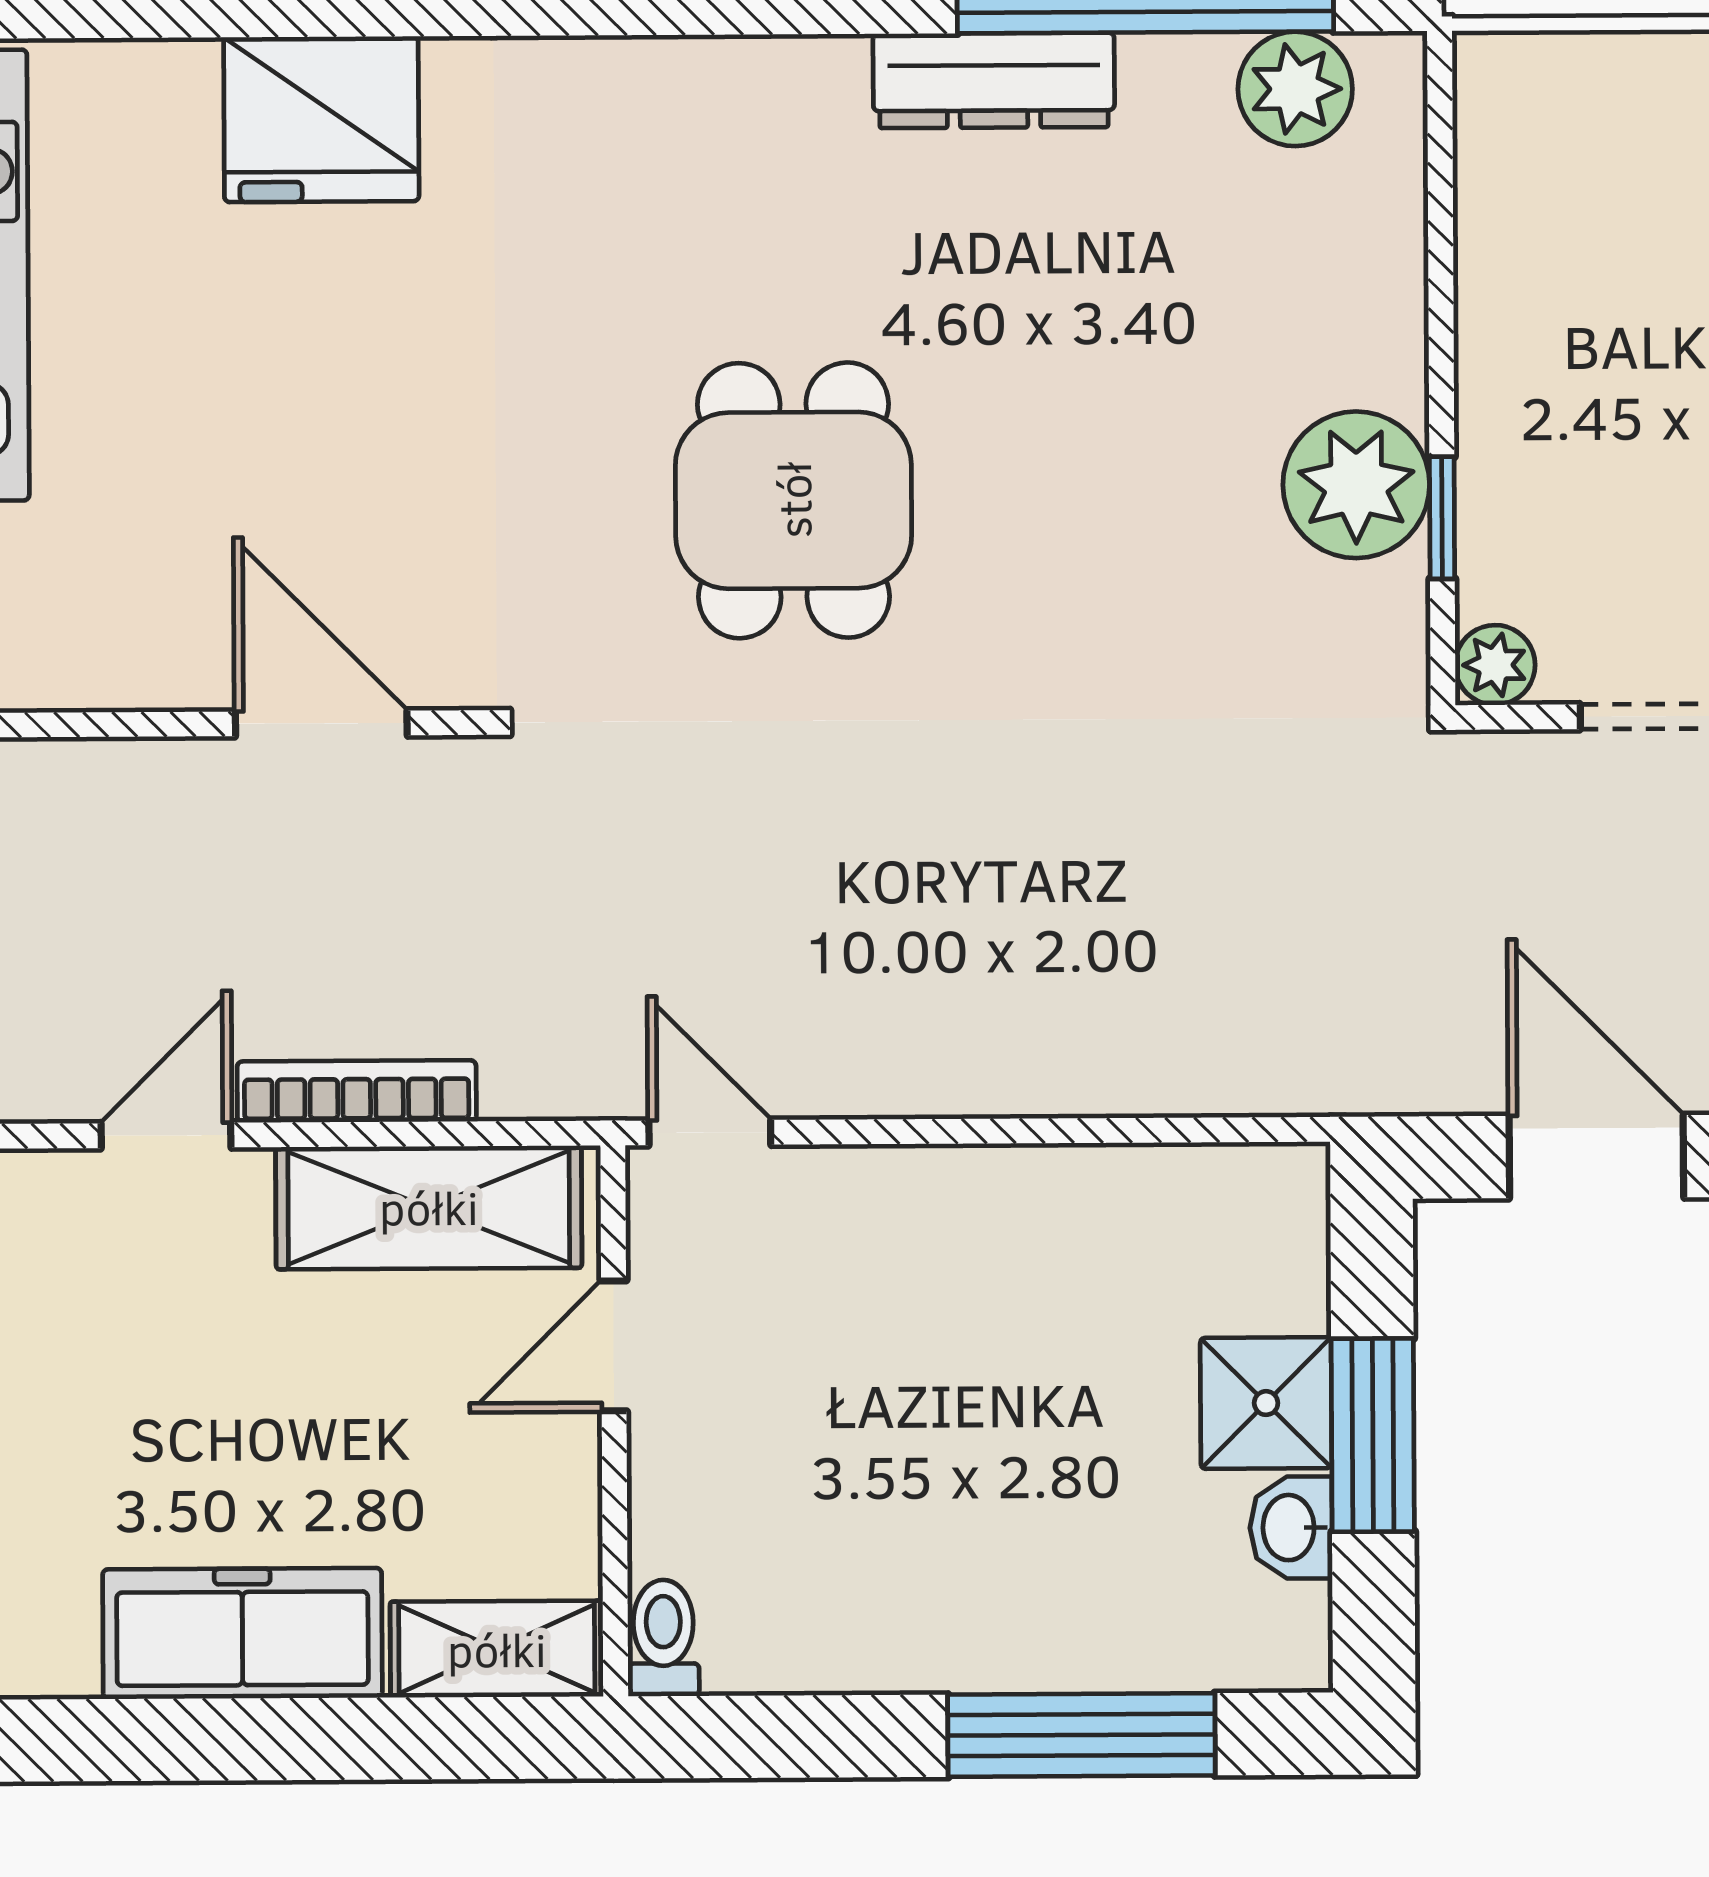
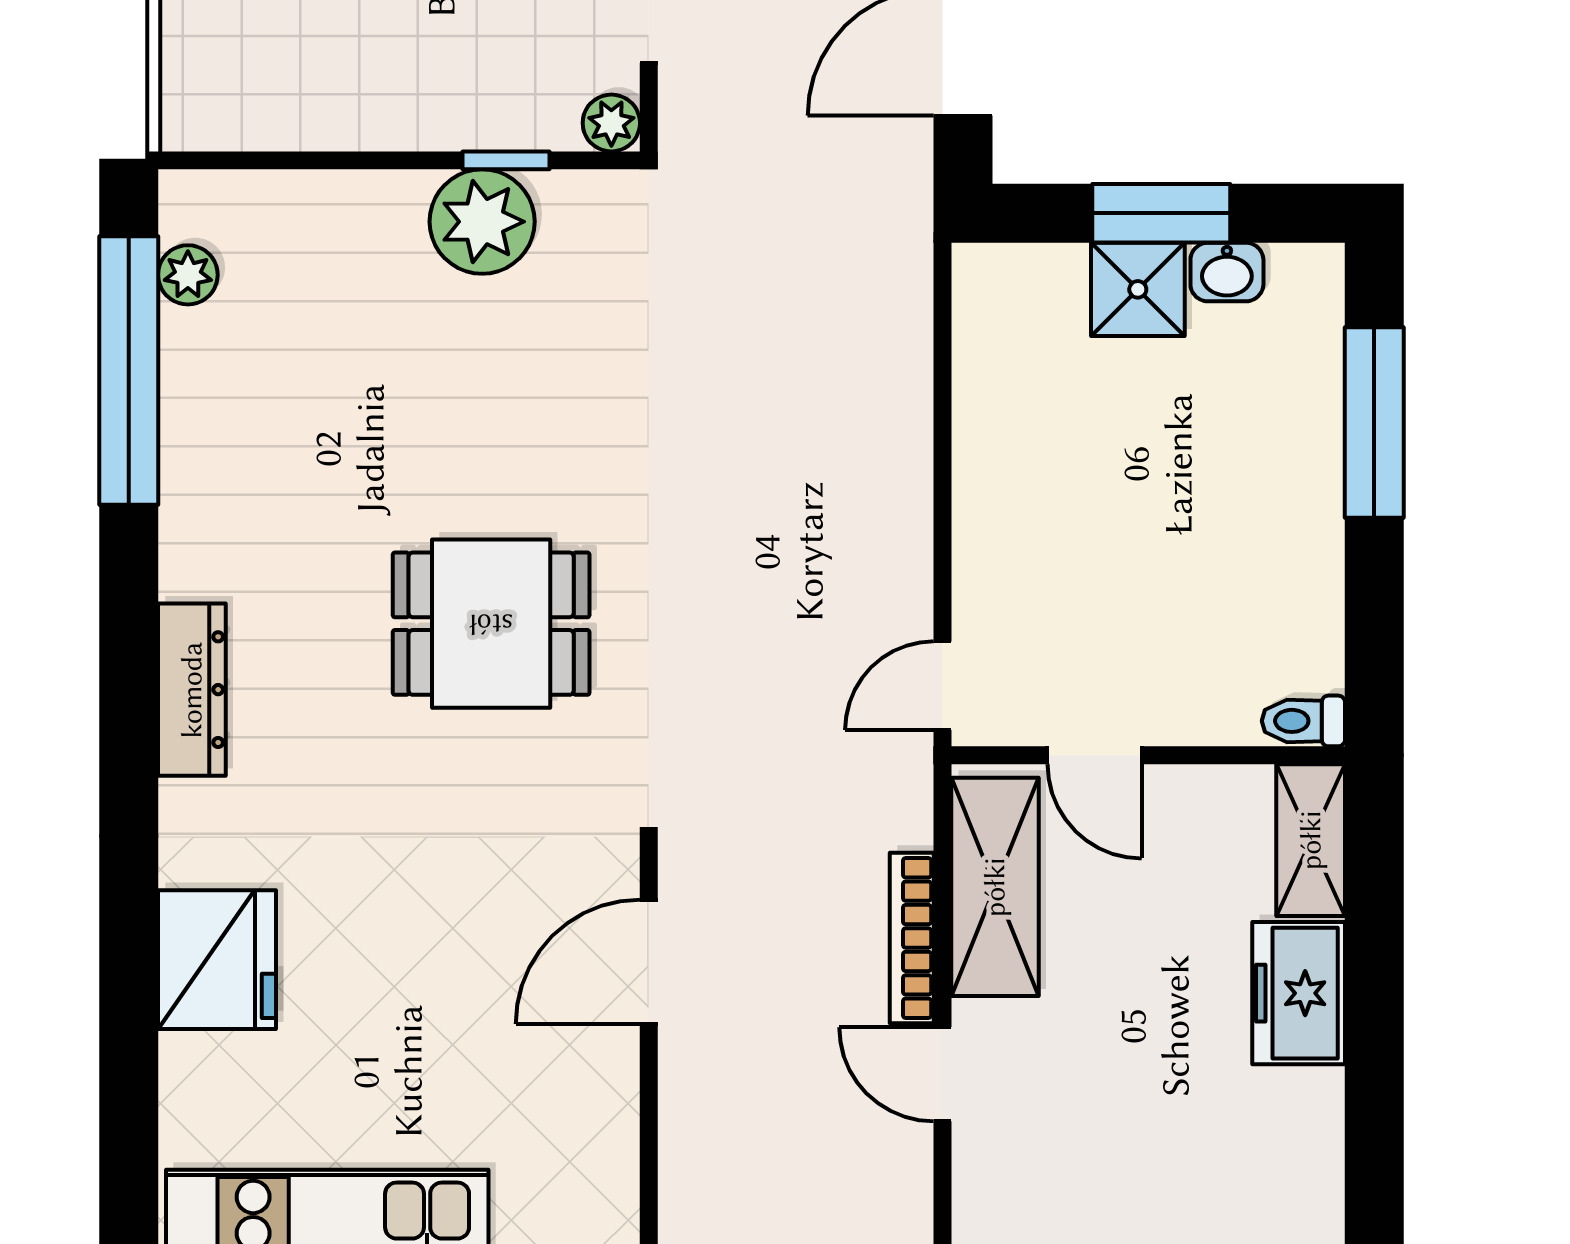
dresser: (994, 80) -> (192, 690), moved
plant: (1295, 89) -> (188, 275), width x0.73, depth x0.73
freezer: (242, 1633) -> (1299, 993), width x0.71

